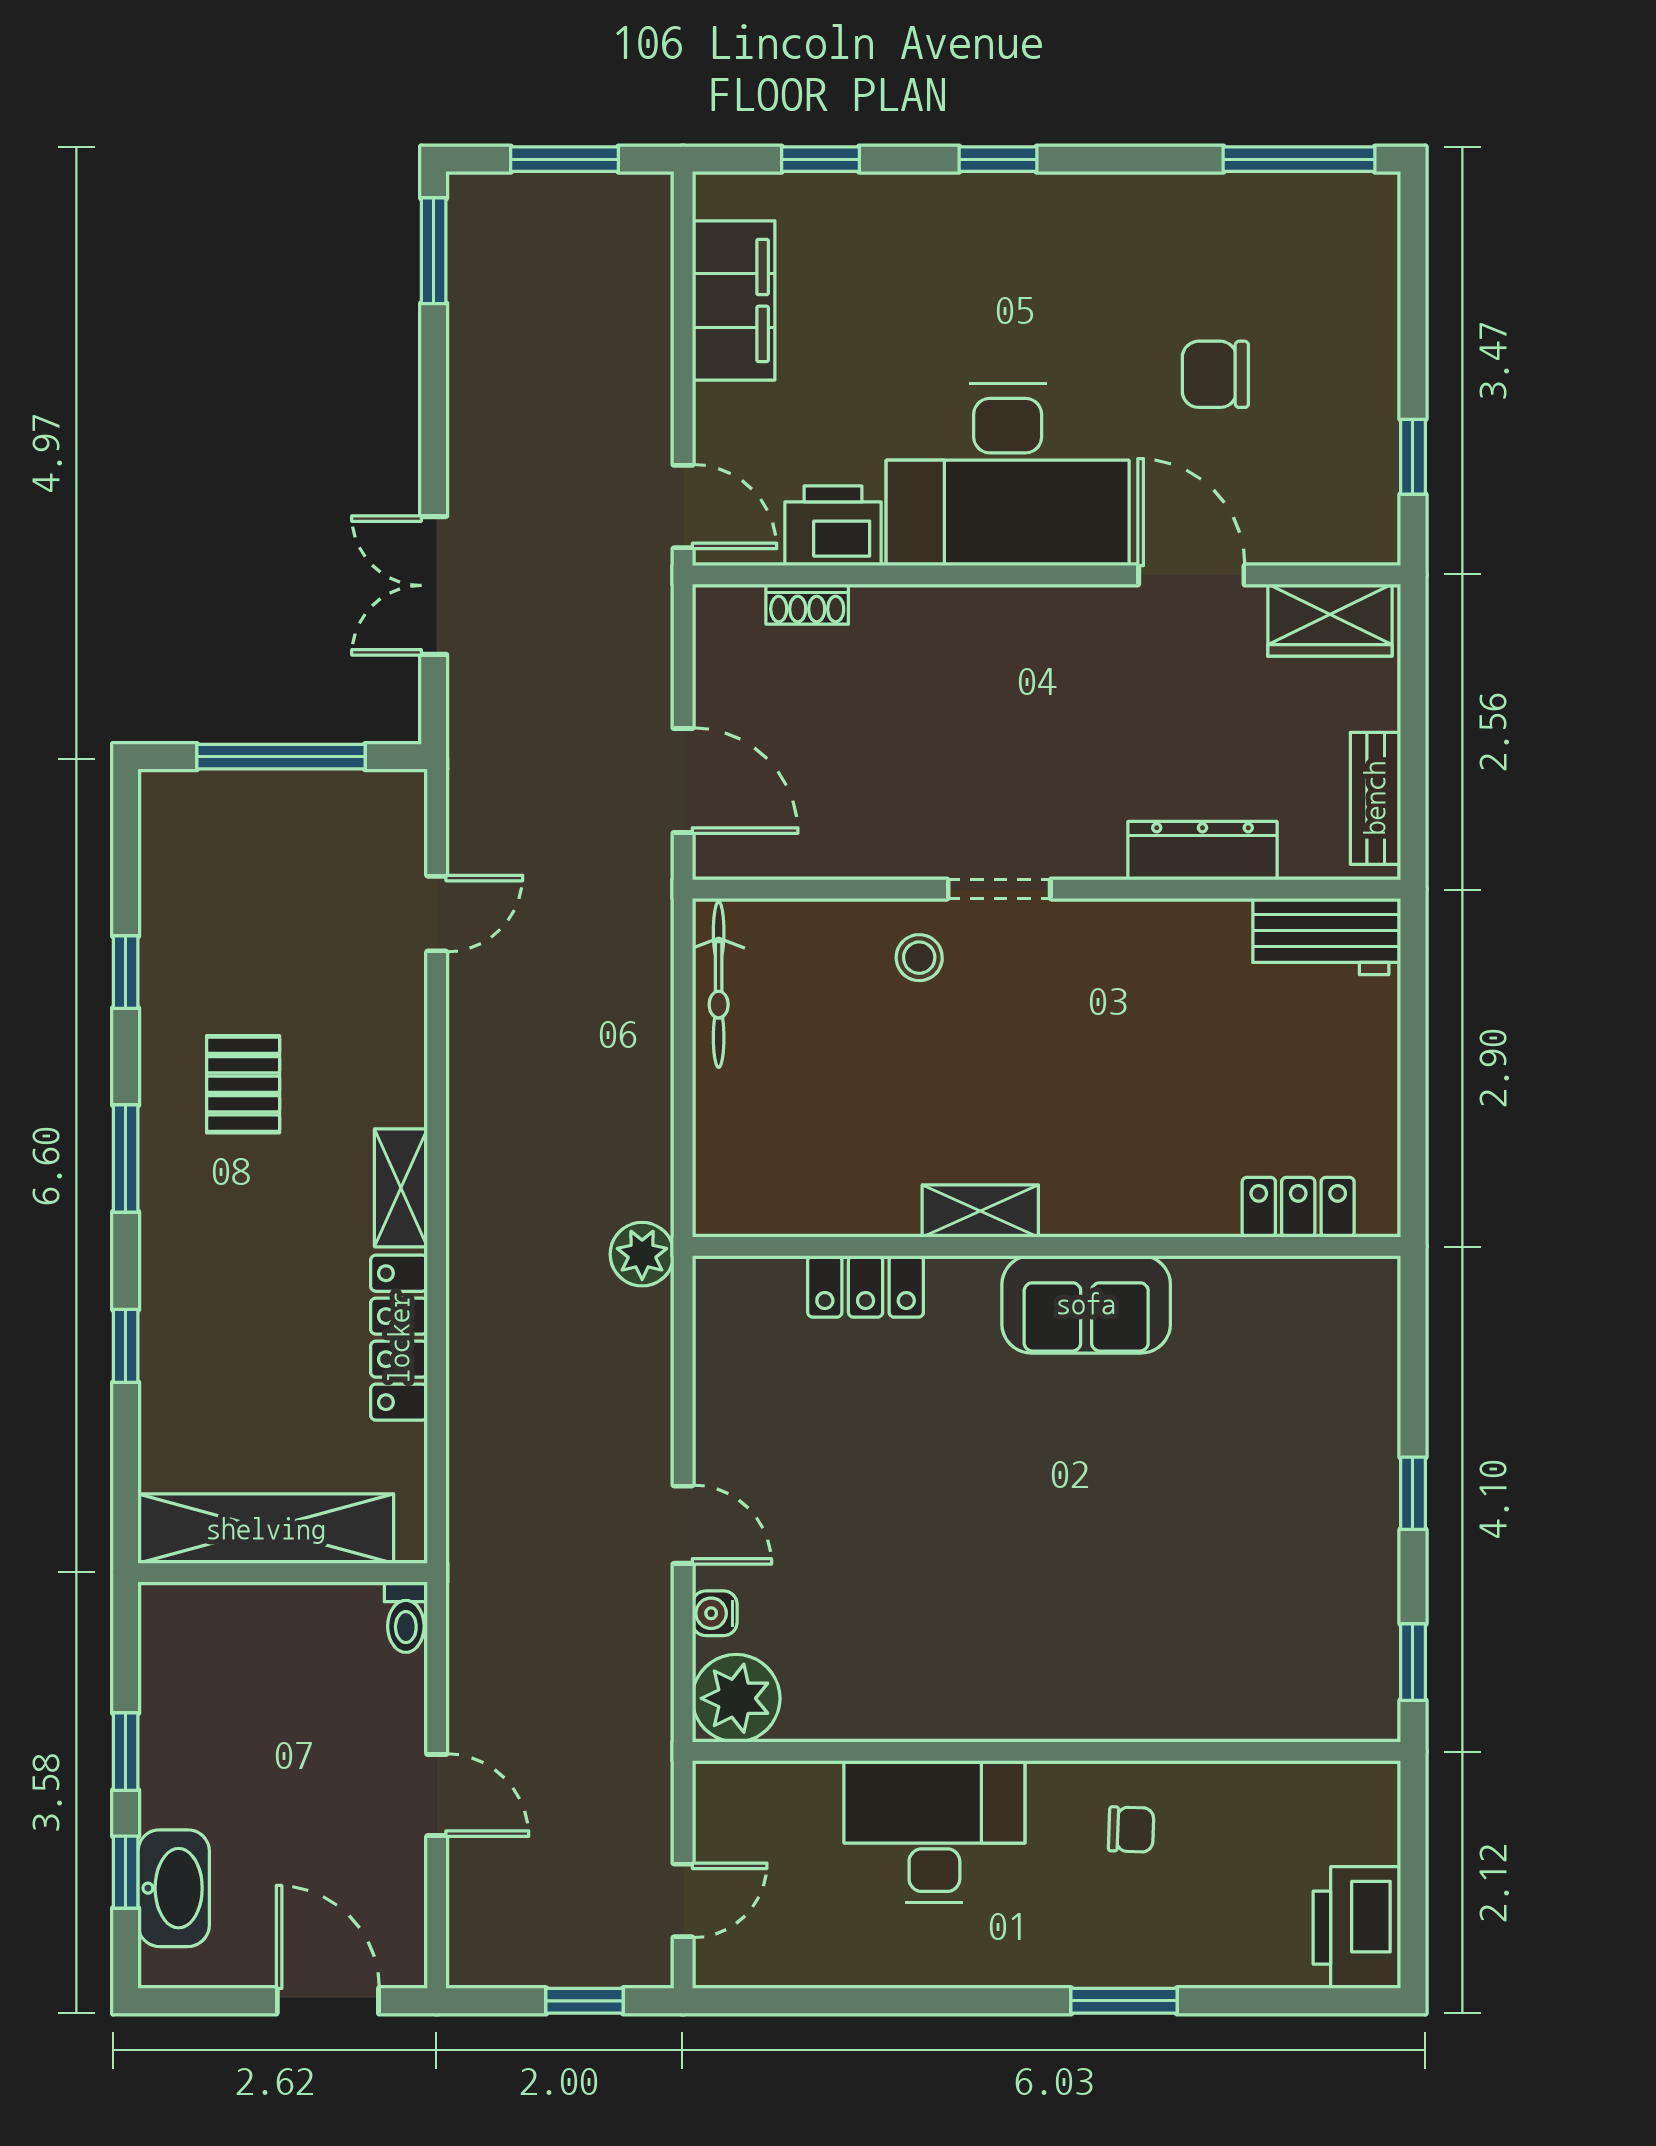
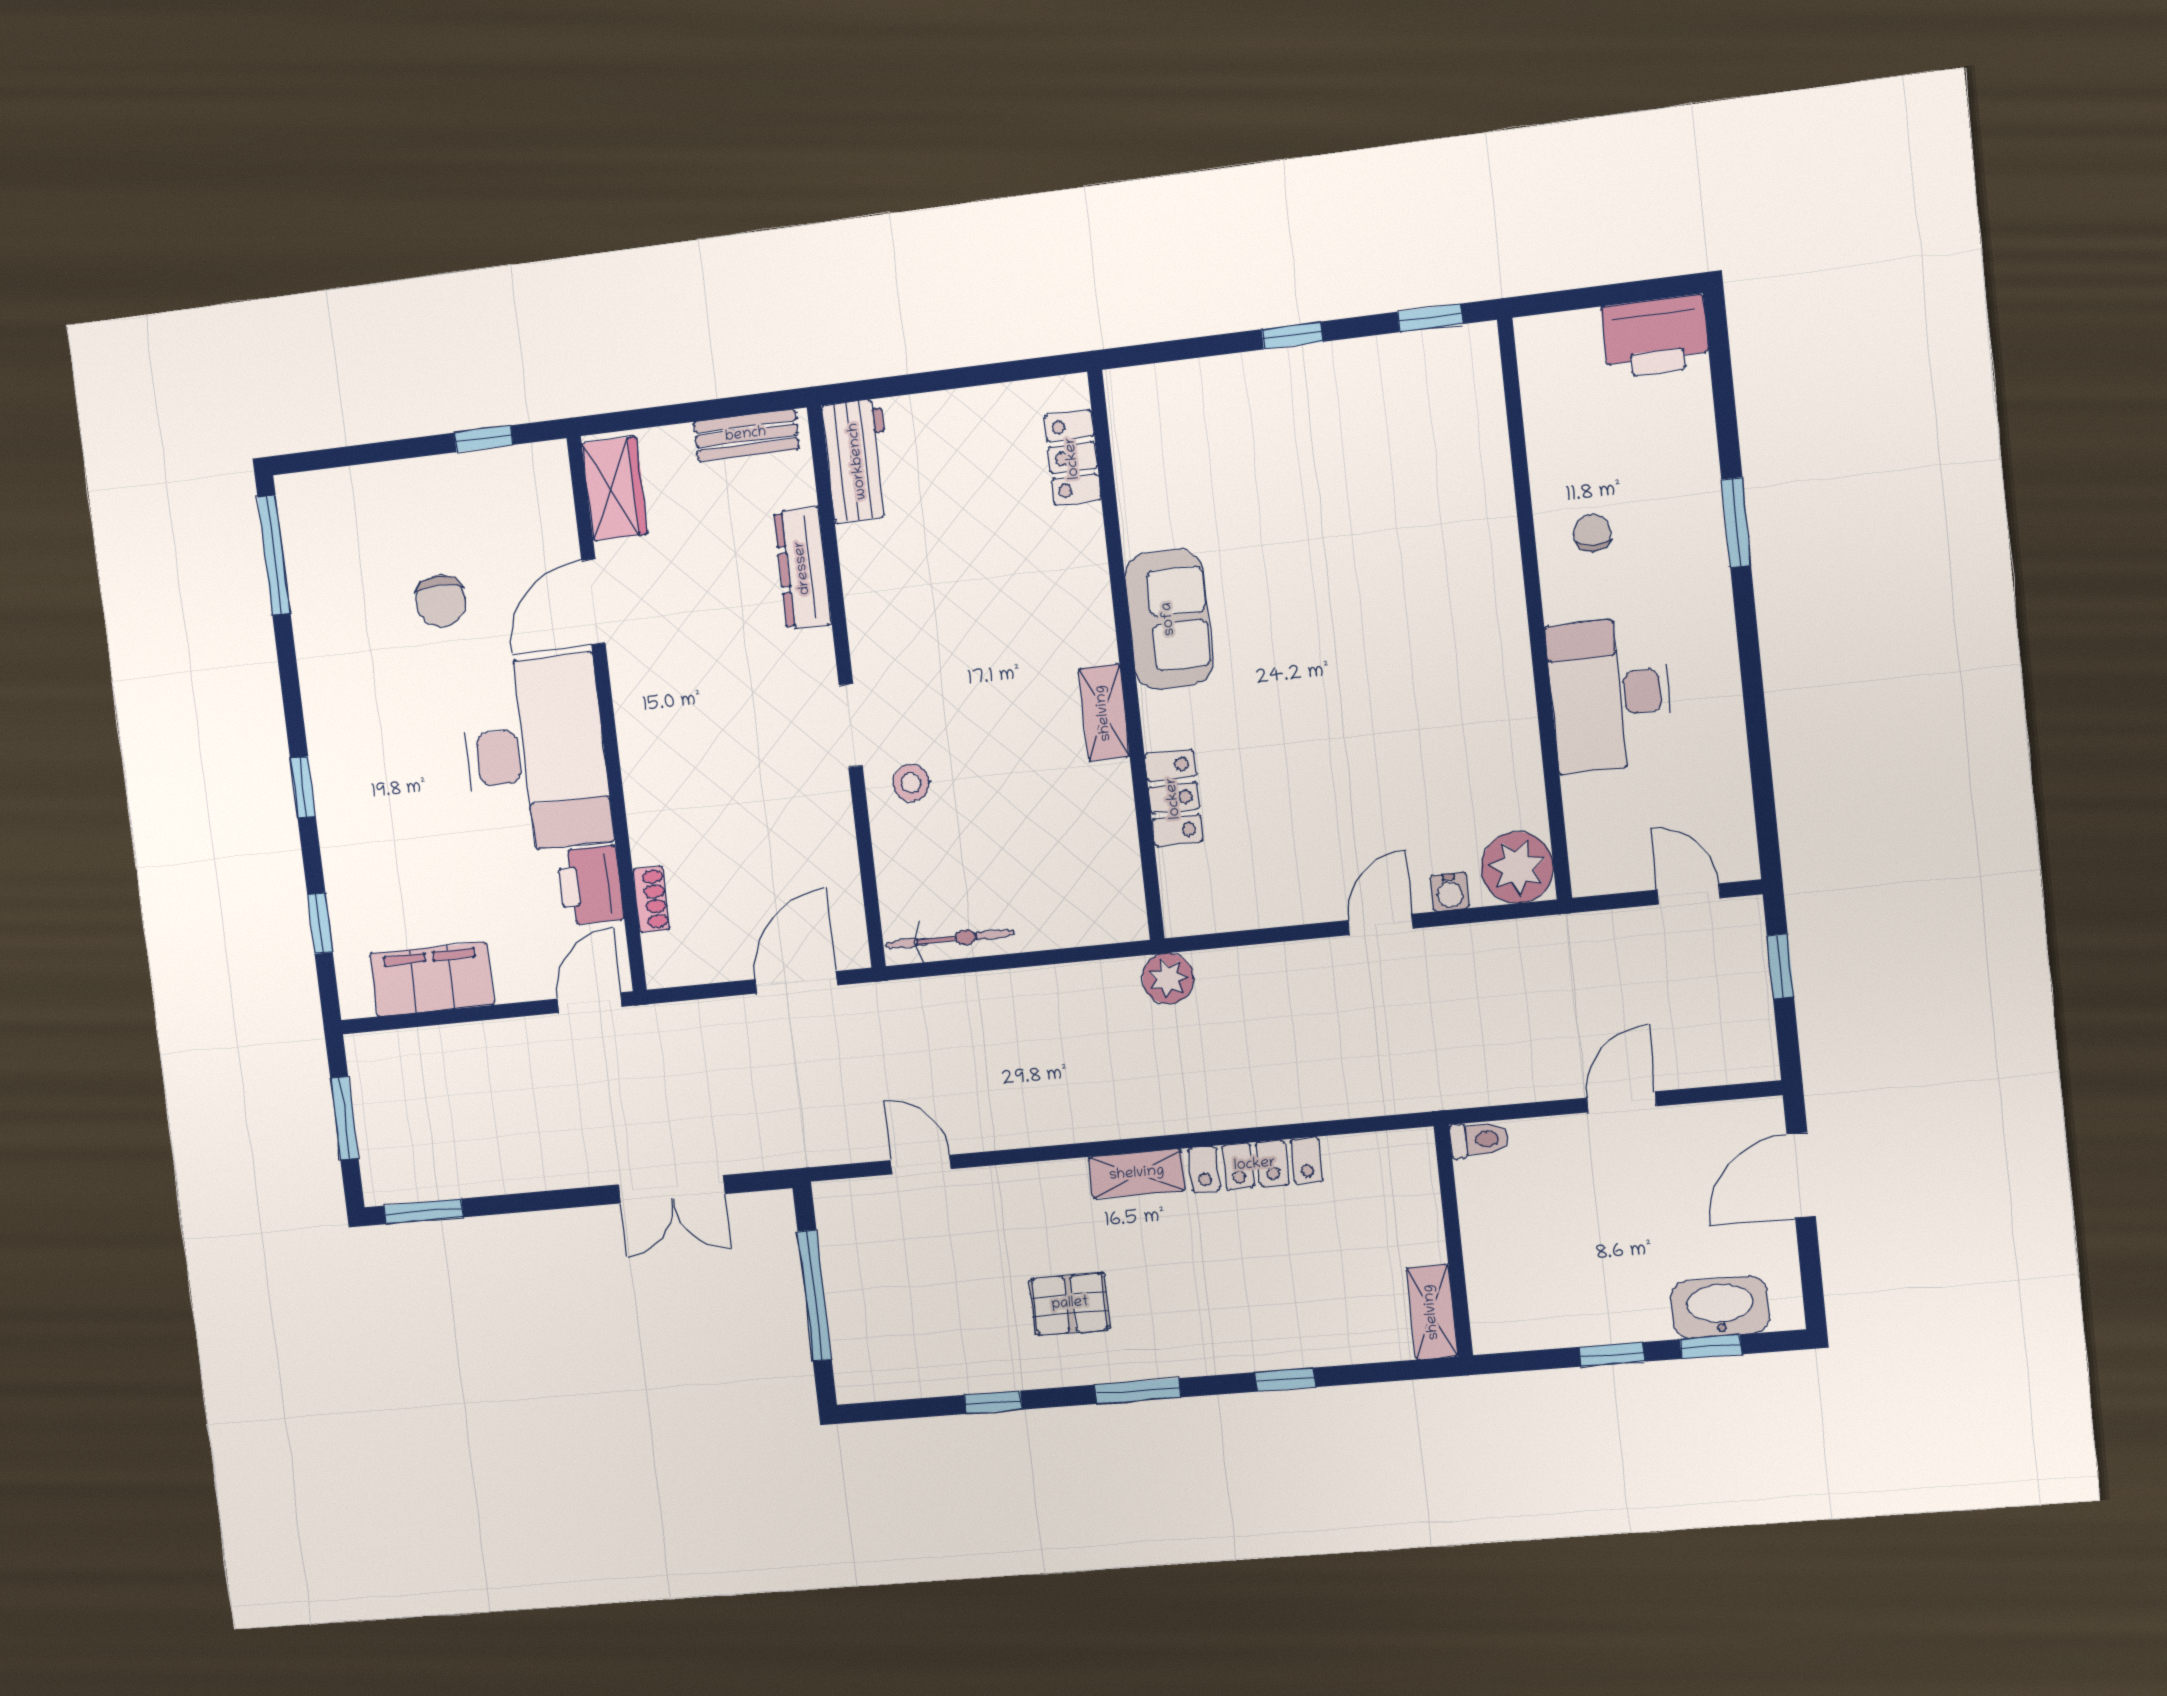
shelving: (266, 1529) -> (1432, 1312), width x0.45, depth x0.75

